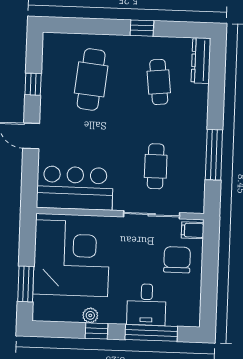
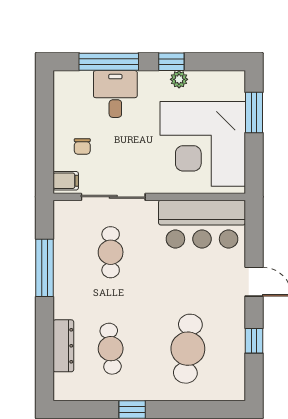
dresser: (201, 61) -> (63, 346), moved
chair: (177, 260) -> (82, 147), width x0.54, depth x0.54

